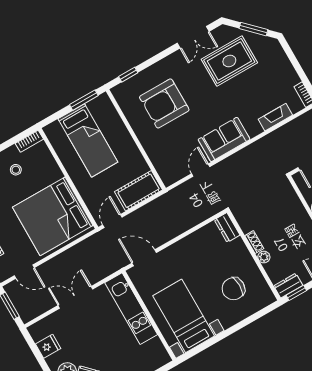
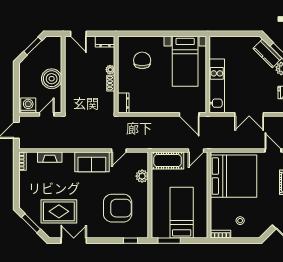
plant: (157, 156) -> (142, 176), added
chair: (233, 289) -> (142, 60), turned -90
window: (296, 293) -> (102, 34), removed

